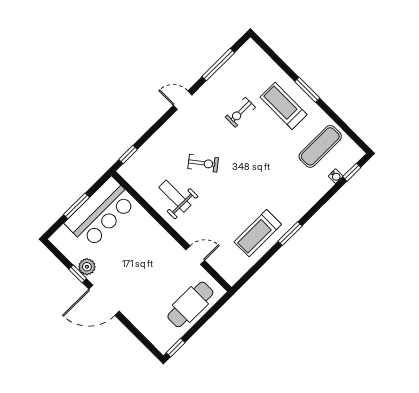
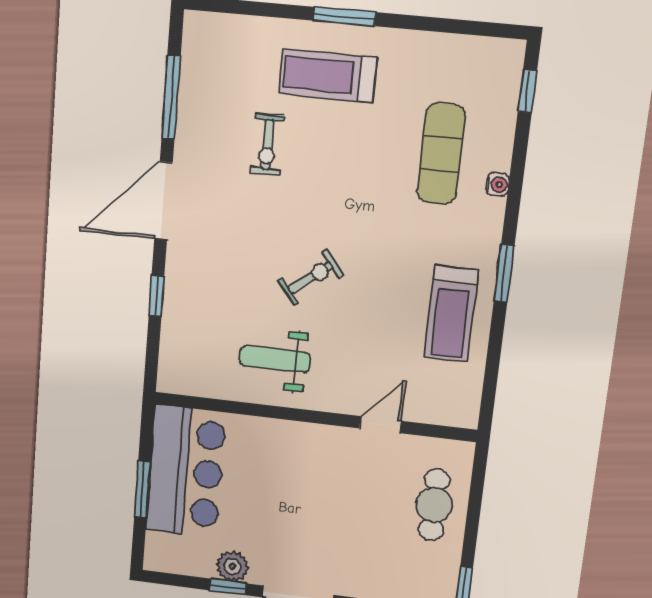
door: (183, 100) -> (163, 201), width x1.87
exercise mat: (320, 146) -> (441, 154), moved
window: (128, 155) -> (156, 296), moved
exercise bike: (203, 163) -> (310, 278), moved
water cooler: (336, 176) -> (497, 184), moved
cafe table: (190, 304) -> (434, 505), width x0.73, depth x0.74

